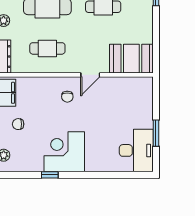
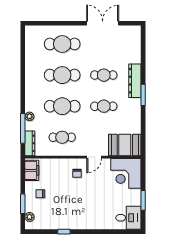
desk: (136, 150) -> (128, 218), width x0.73
corner desk: (64, 152) -> (126, 173), moved, turned -90

